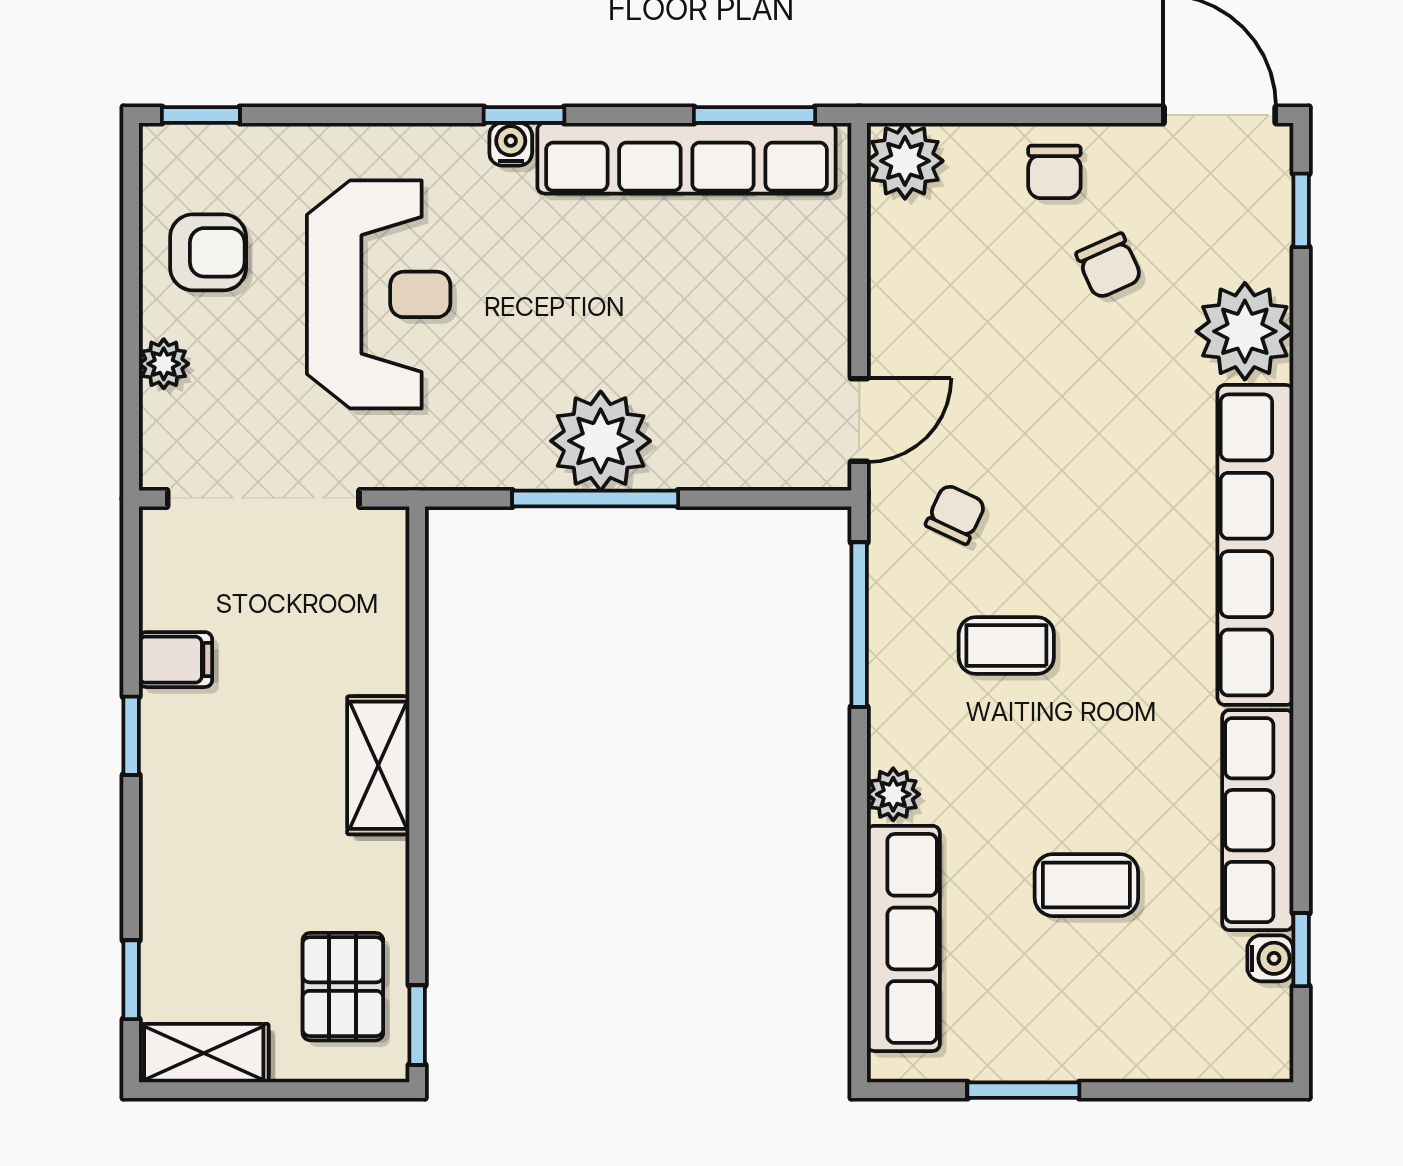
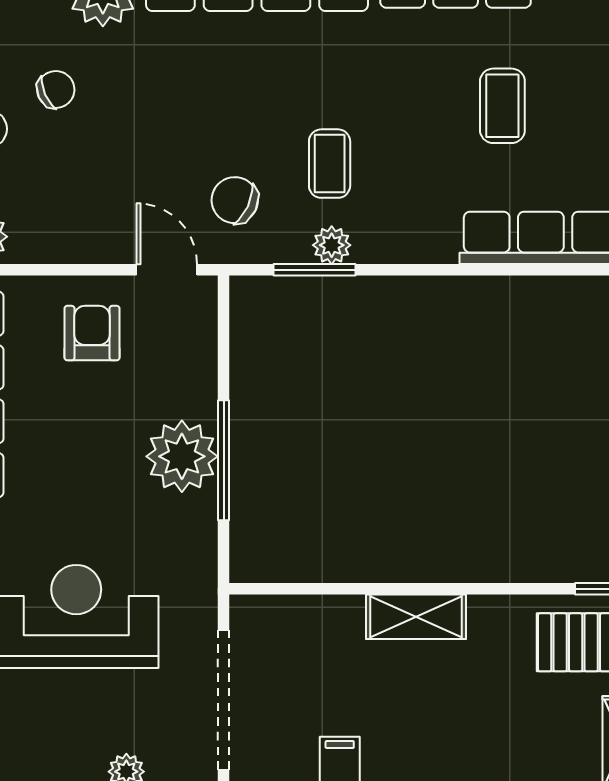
armchair: (208, 252) -> (92, 333), moved
chair: (956, 514) -> (235, 200), width x1.37, depth x1.37
window: (859, 625) -> (315, 270), width x0.69
plant: (893, 794) -> (332, 245), moved

